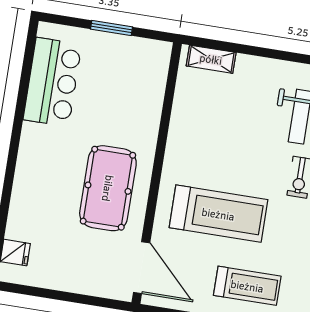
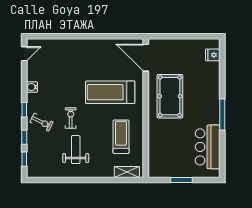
window: (15, 138) -> (222, 115), added
treadmill: (247, 286) -> (121, 137), moved, turned 90

